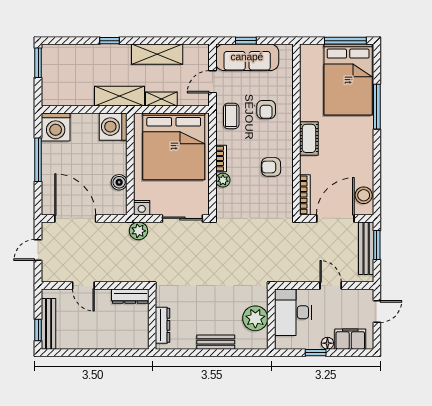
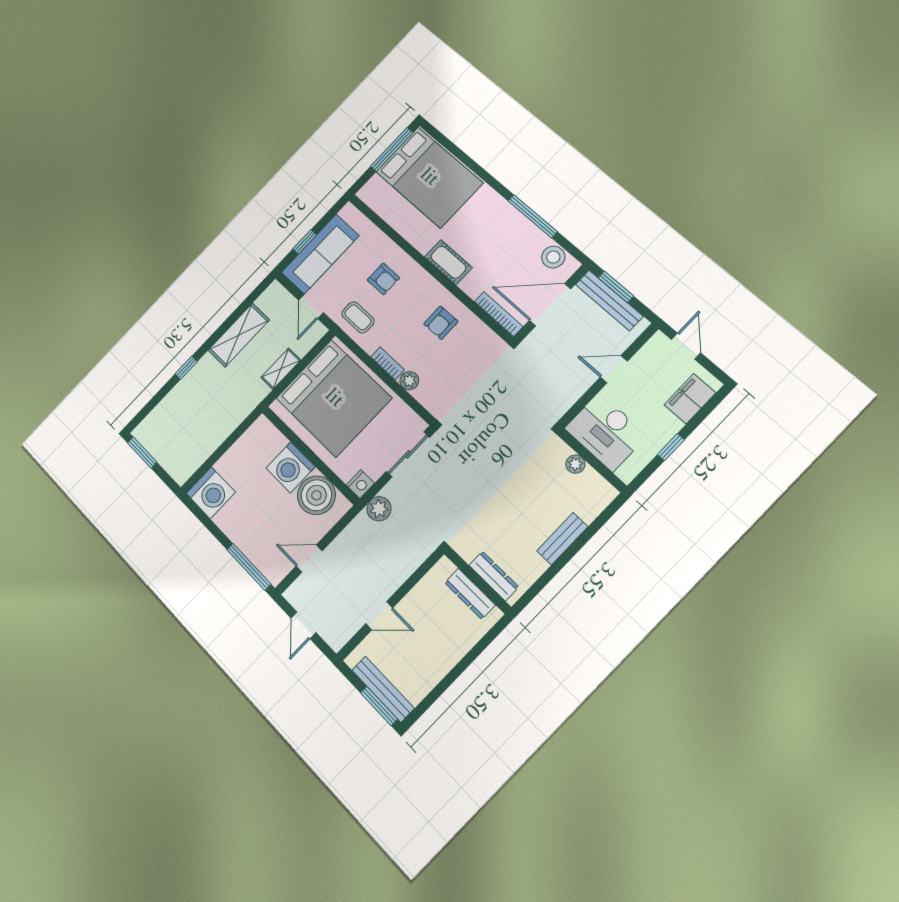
shelving: (120, 96) -> (241, 406), removed
window: (377, 107) -> (533, 216), moved
washing machine: (113, 127) -> (291, 467), moved
window: (38, 160) -> (249, 567), moved
boiler: (119, 182) -> (316, 495), width x1.86, depth x1.86
door: (75, 218) -> (309, 559), width x0.53
door: (335, 218) -> (550, 305), hinge flipped
dresser: (130, 296) -> (470, 594), moved, turned 90
plant: (255, 318) -> (575, 464), width x0.53, depth x0.53
window: (38, 330) -> (379, 706), width x1.50
floor lamp: (327, 343) -> (672, 426), removed

